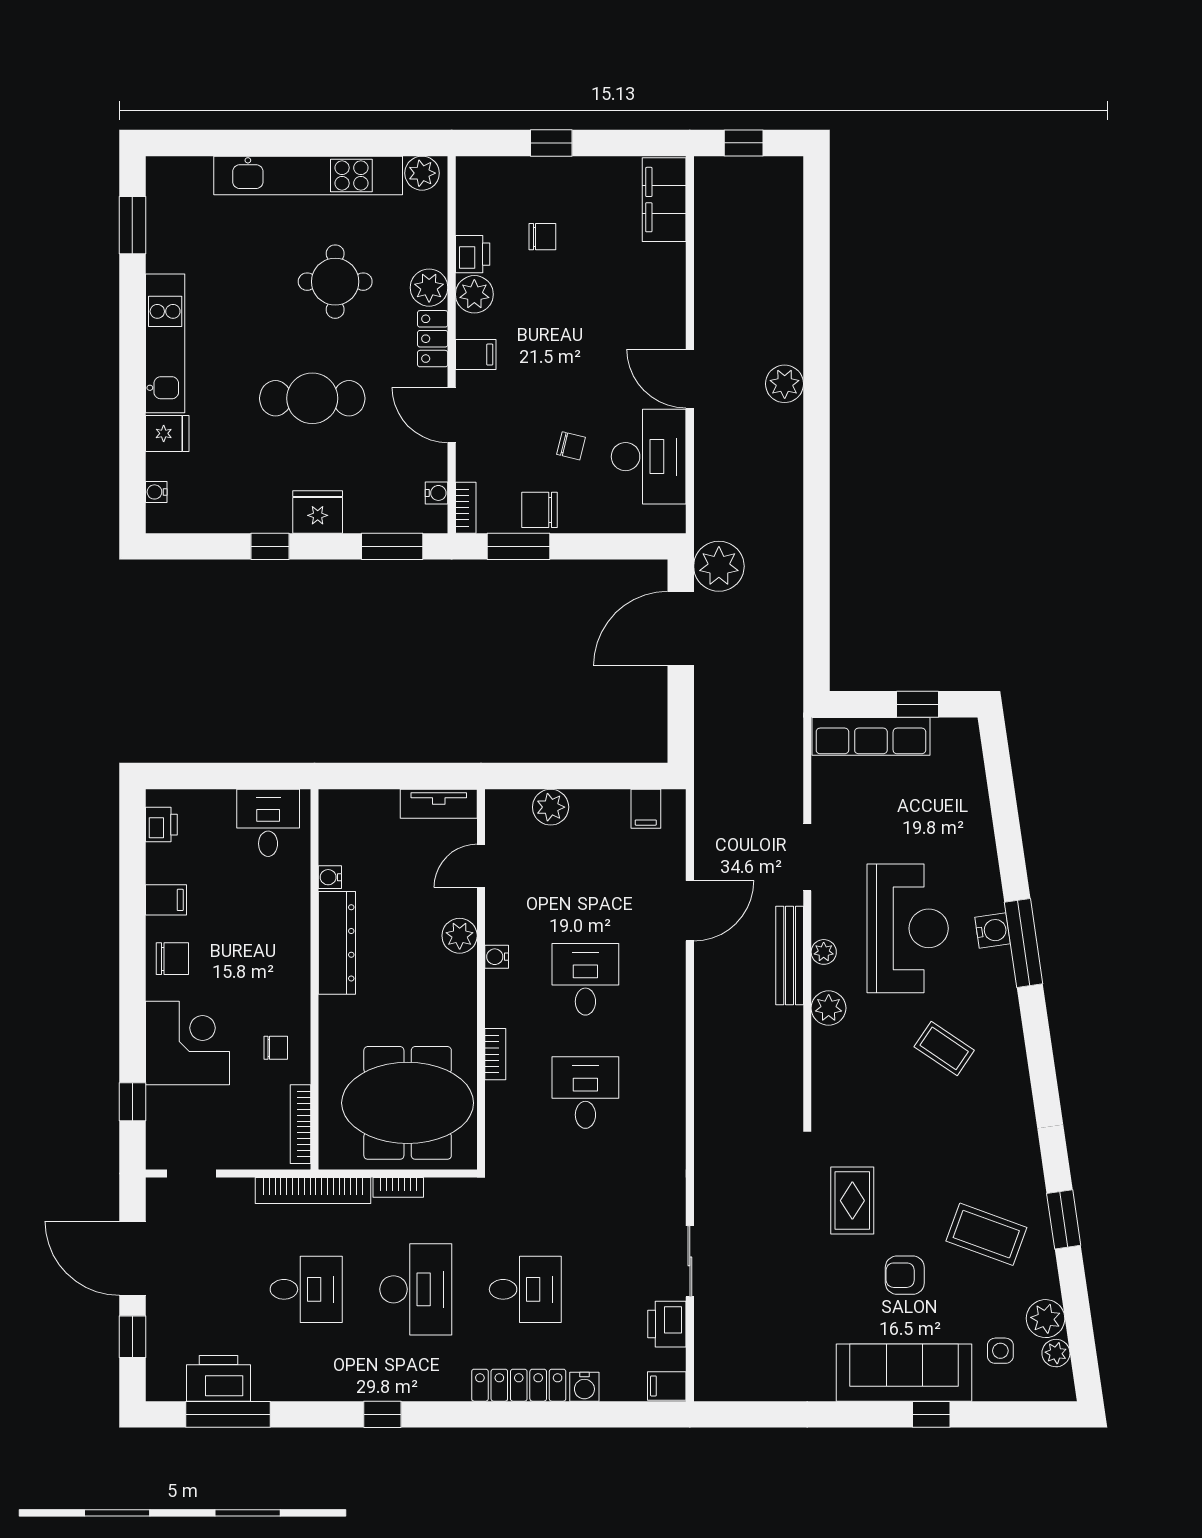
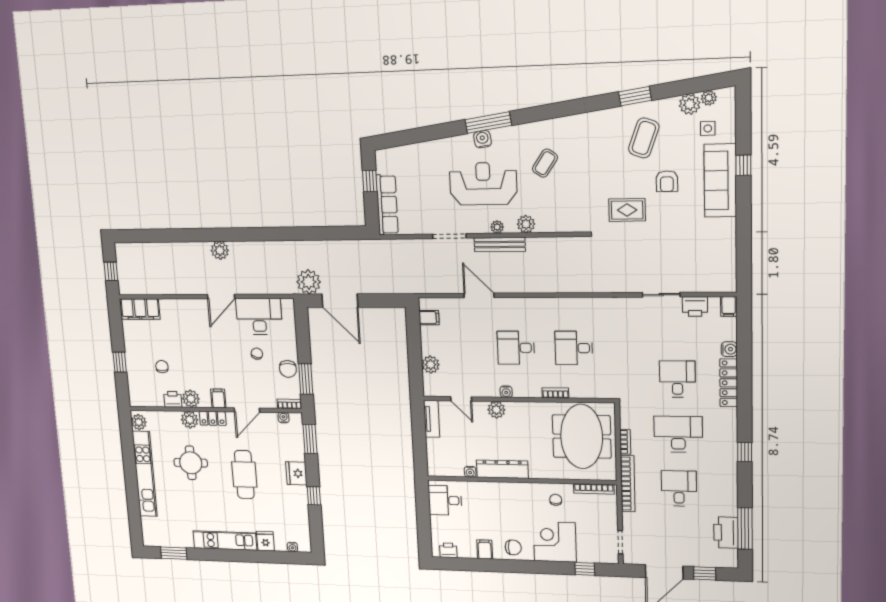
chair: (172, 959) -> (513, 547), turned 90

